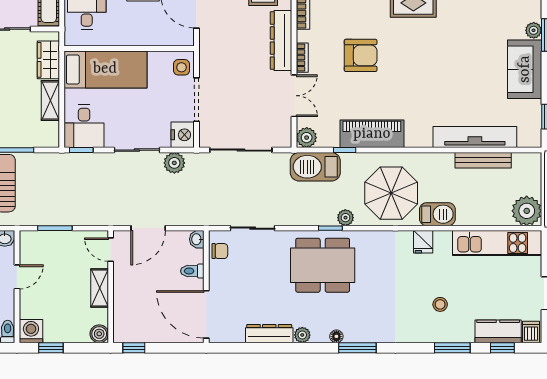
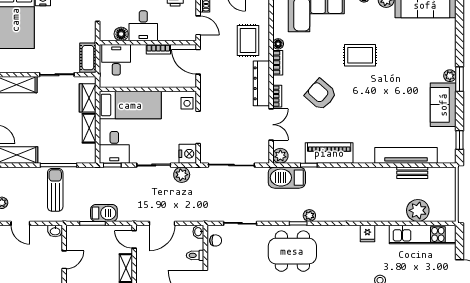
armchair: (361, 55) -> (321, 94), turned -139
bench: (483, 160) -> (412, 173), width x0.73
parasol: (391, 193) -> (343, 197), removed
plant: (527, 211) -> (418, 210), moved
barbecue: (437, 214) -> (104, 213), moved

